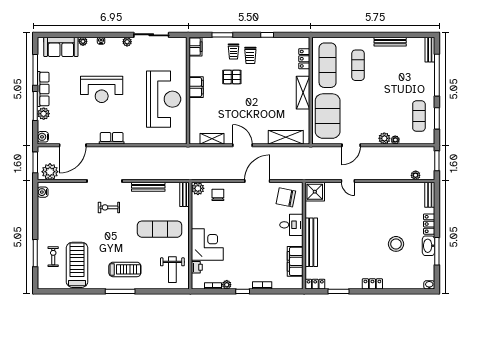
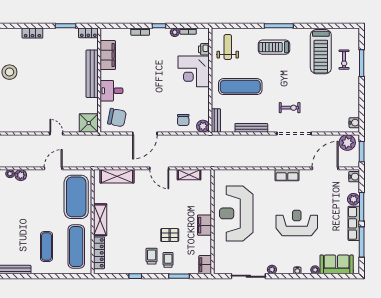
locker: (304, 59) -> (99, 253), width x1.53

